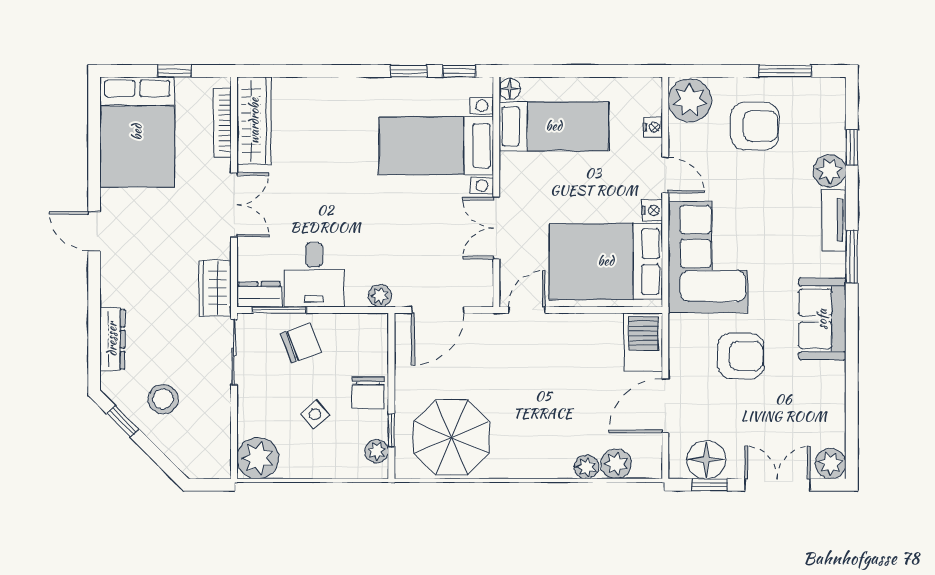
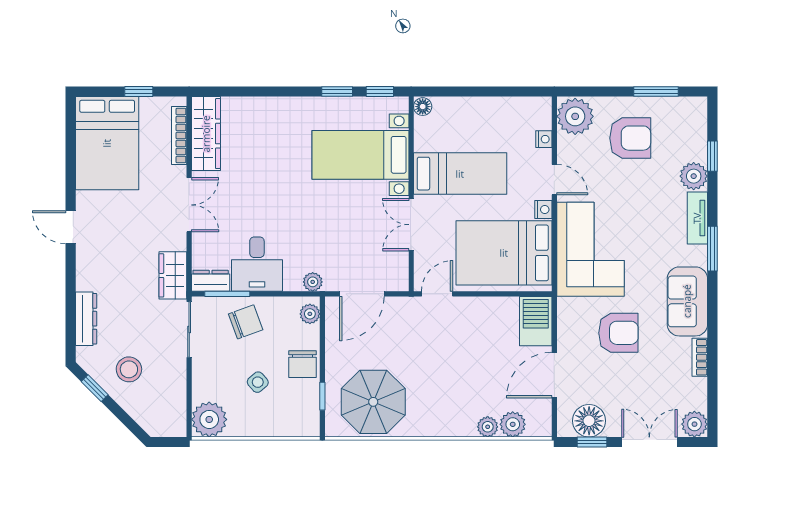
bed: (554, 126) -> (460, 174), moved
bookcase: (837, 385) -> (700, 357), added
plant: (377, 451) -> (310, 314), moved

